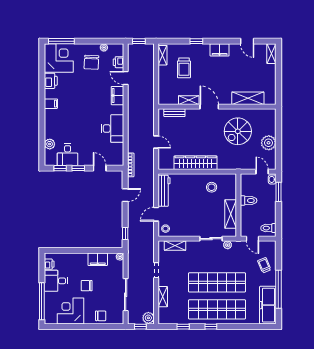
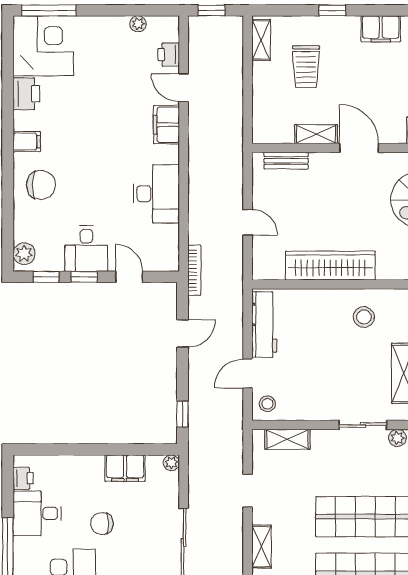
chair: (91, 62) -> (41, 185), moved, turned -93
plant: (50, 144) -> (24, 254), moved
desk: (68, 155) -> (86, 249), moved

